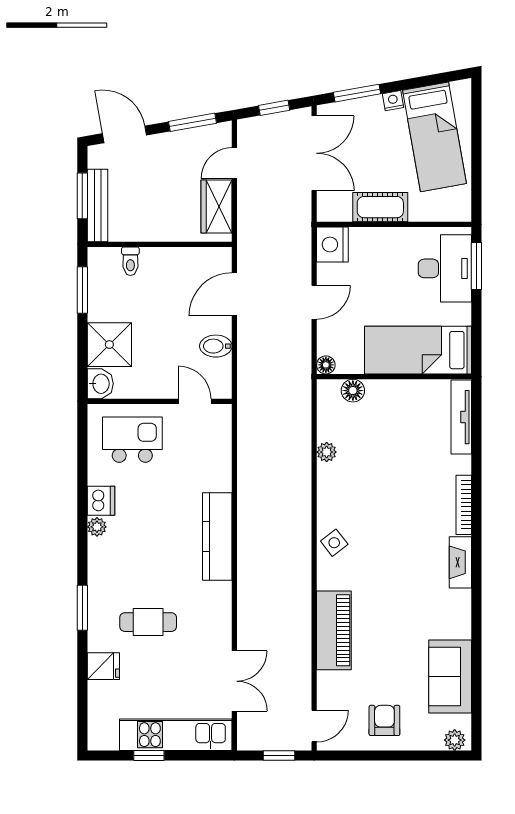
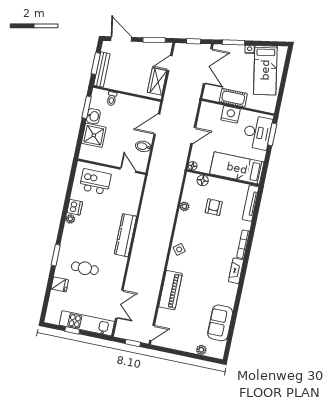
nightstand: (332, 245) -> (231, 114), moved, turned 90
washbasin: (100, 384) -> (93, 116), moved
armchair: (384, 720) -> (214, 207), moved
plant: (455, 740) -> (201, 350), moved

